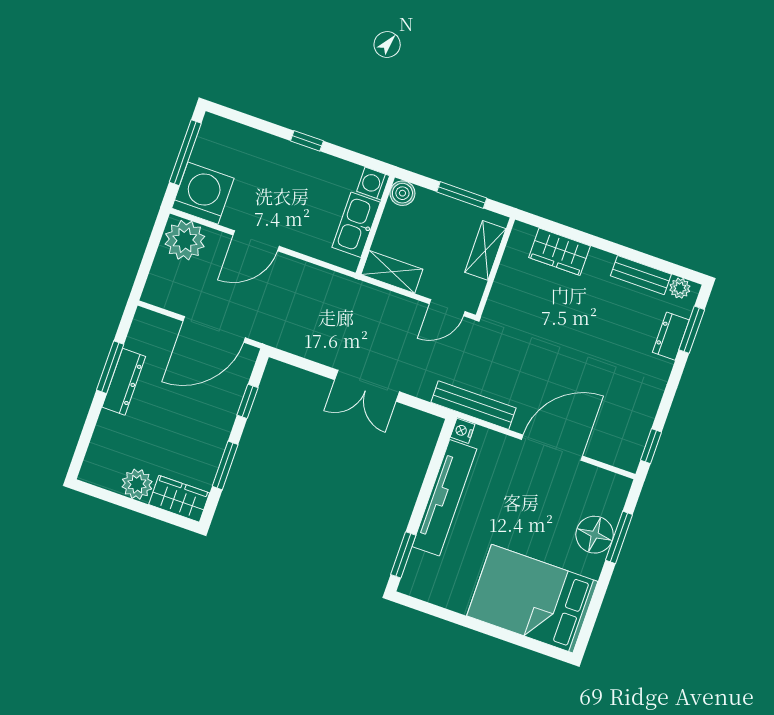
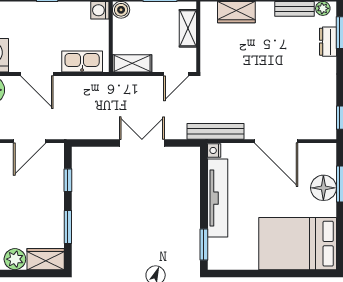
kitchen sink: (356, 225) -> (82, 61), moved, turned 90
door: (256, 241) -> (37, 74), hinge flipped
door: (214, 329) -> (30, 141), width x0.73
double door: (367, 386) -> (142, 143), swing flipped
door: (552, 448) -> (276, 141), swing flipped

